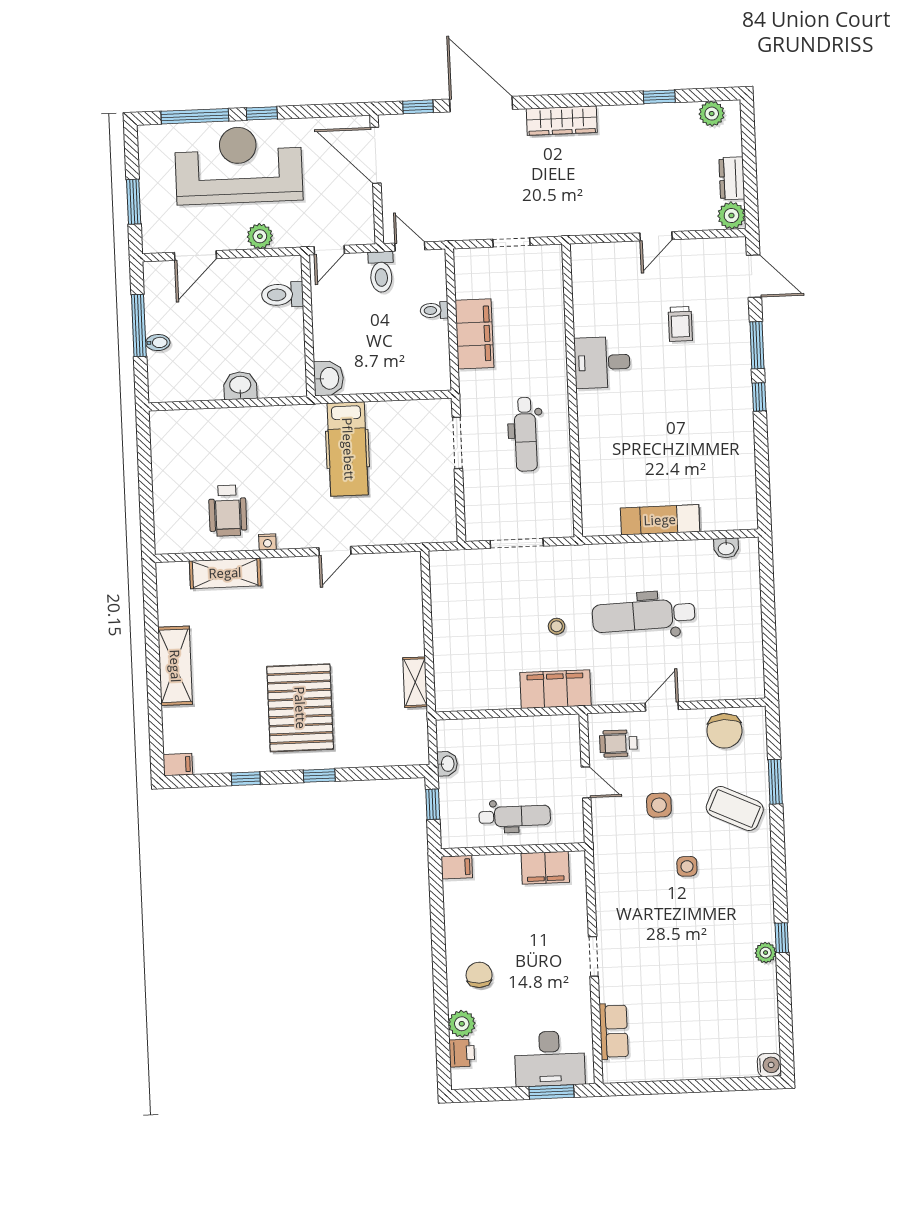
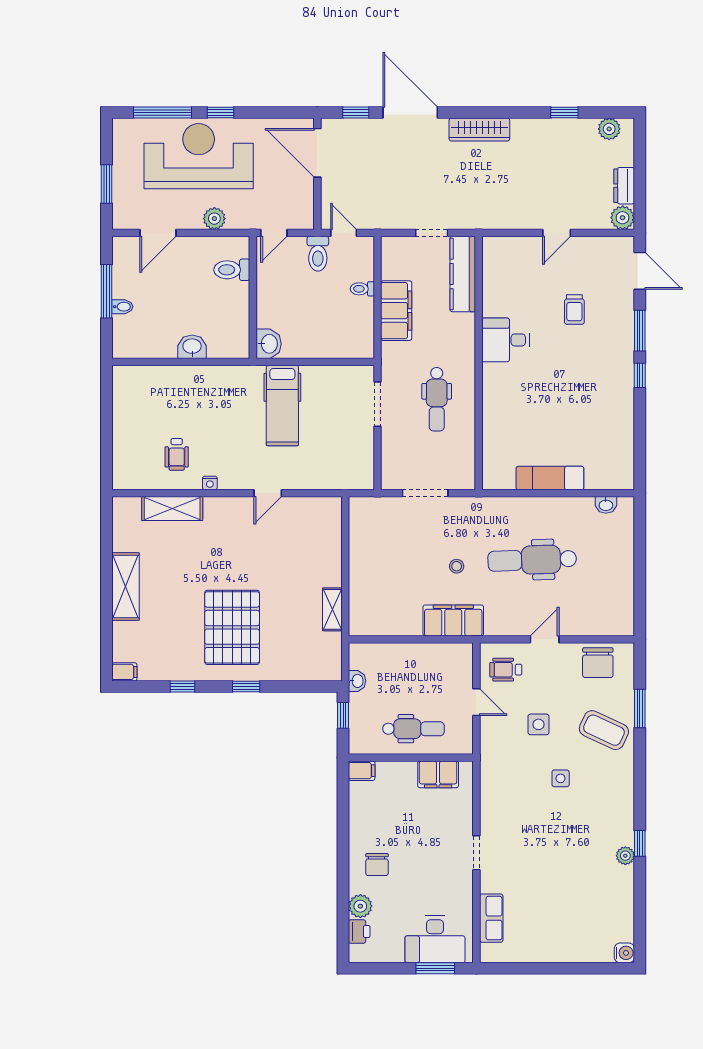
kitchen counter: (550, 288) -> (463, 274), added
wheelchair: (228, 511) -> (177, 454), width x0.73, depth x0.73
chair: (479, 975) -> (377, 865), turned 180

